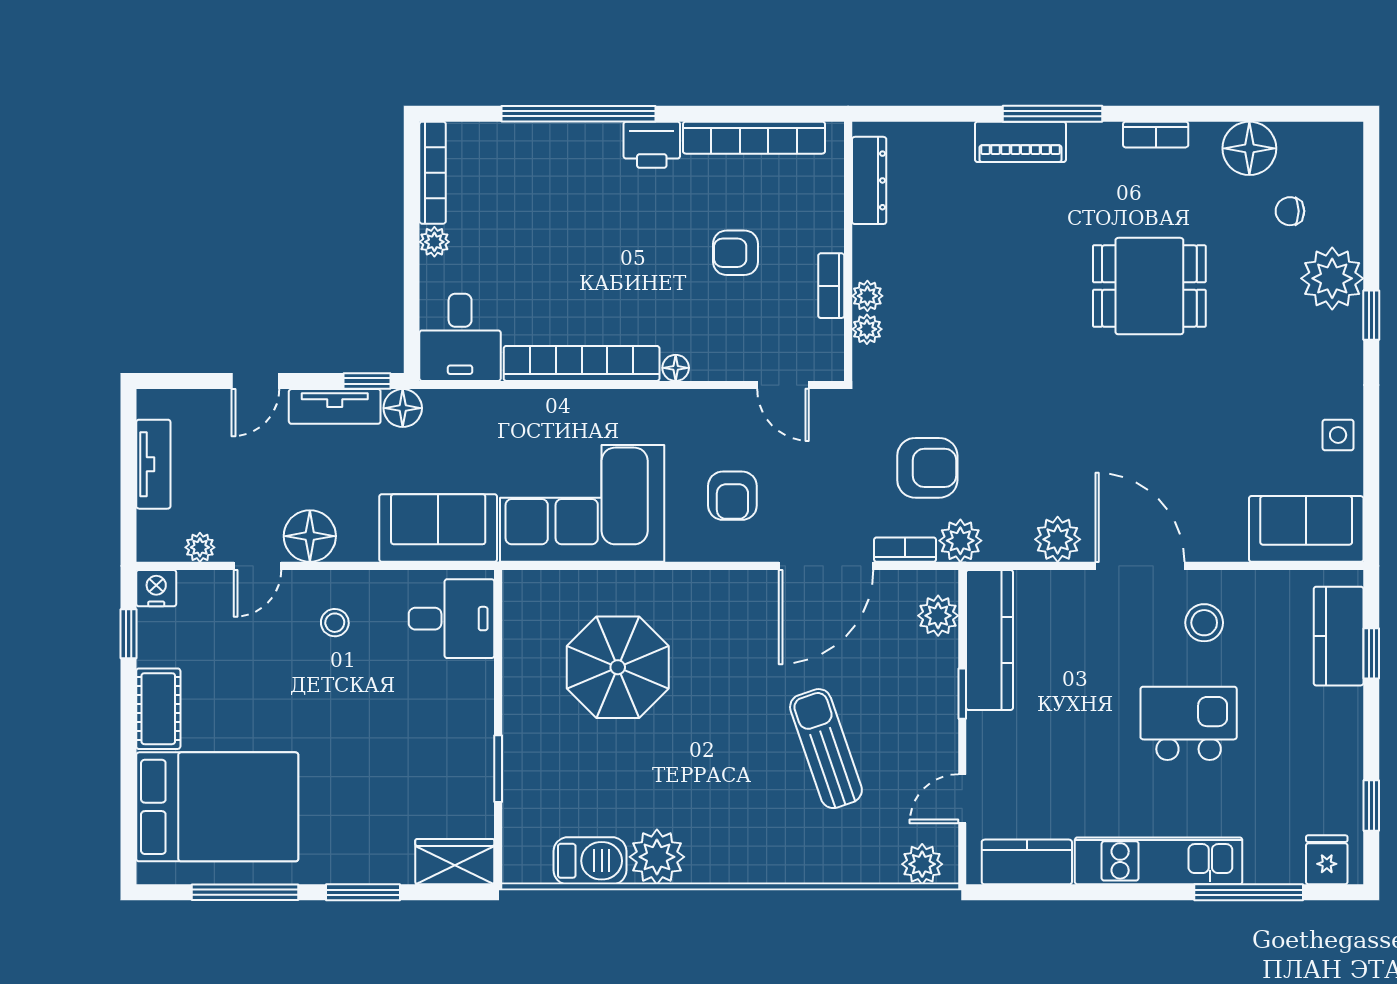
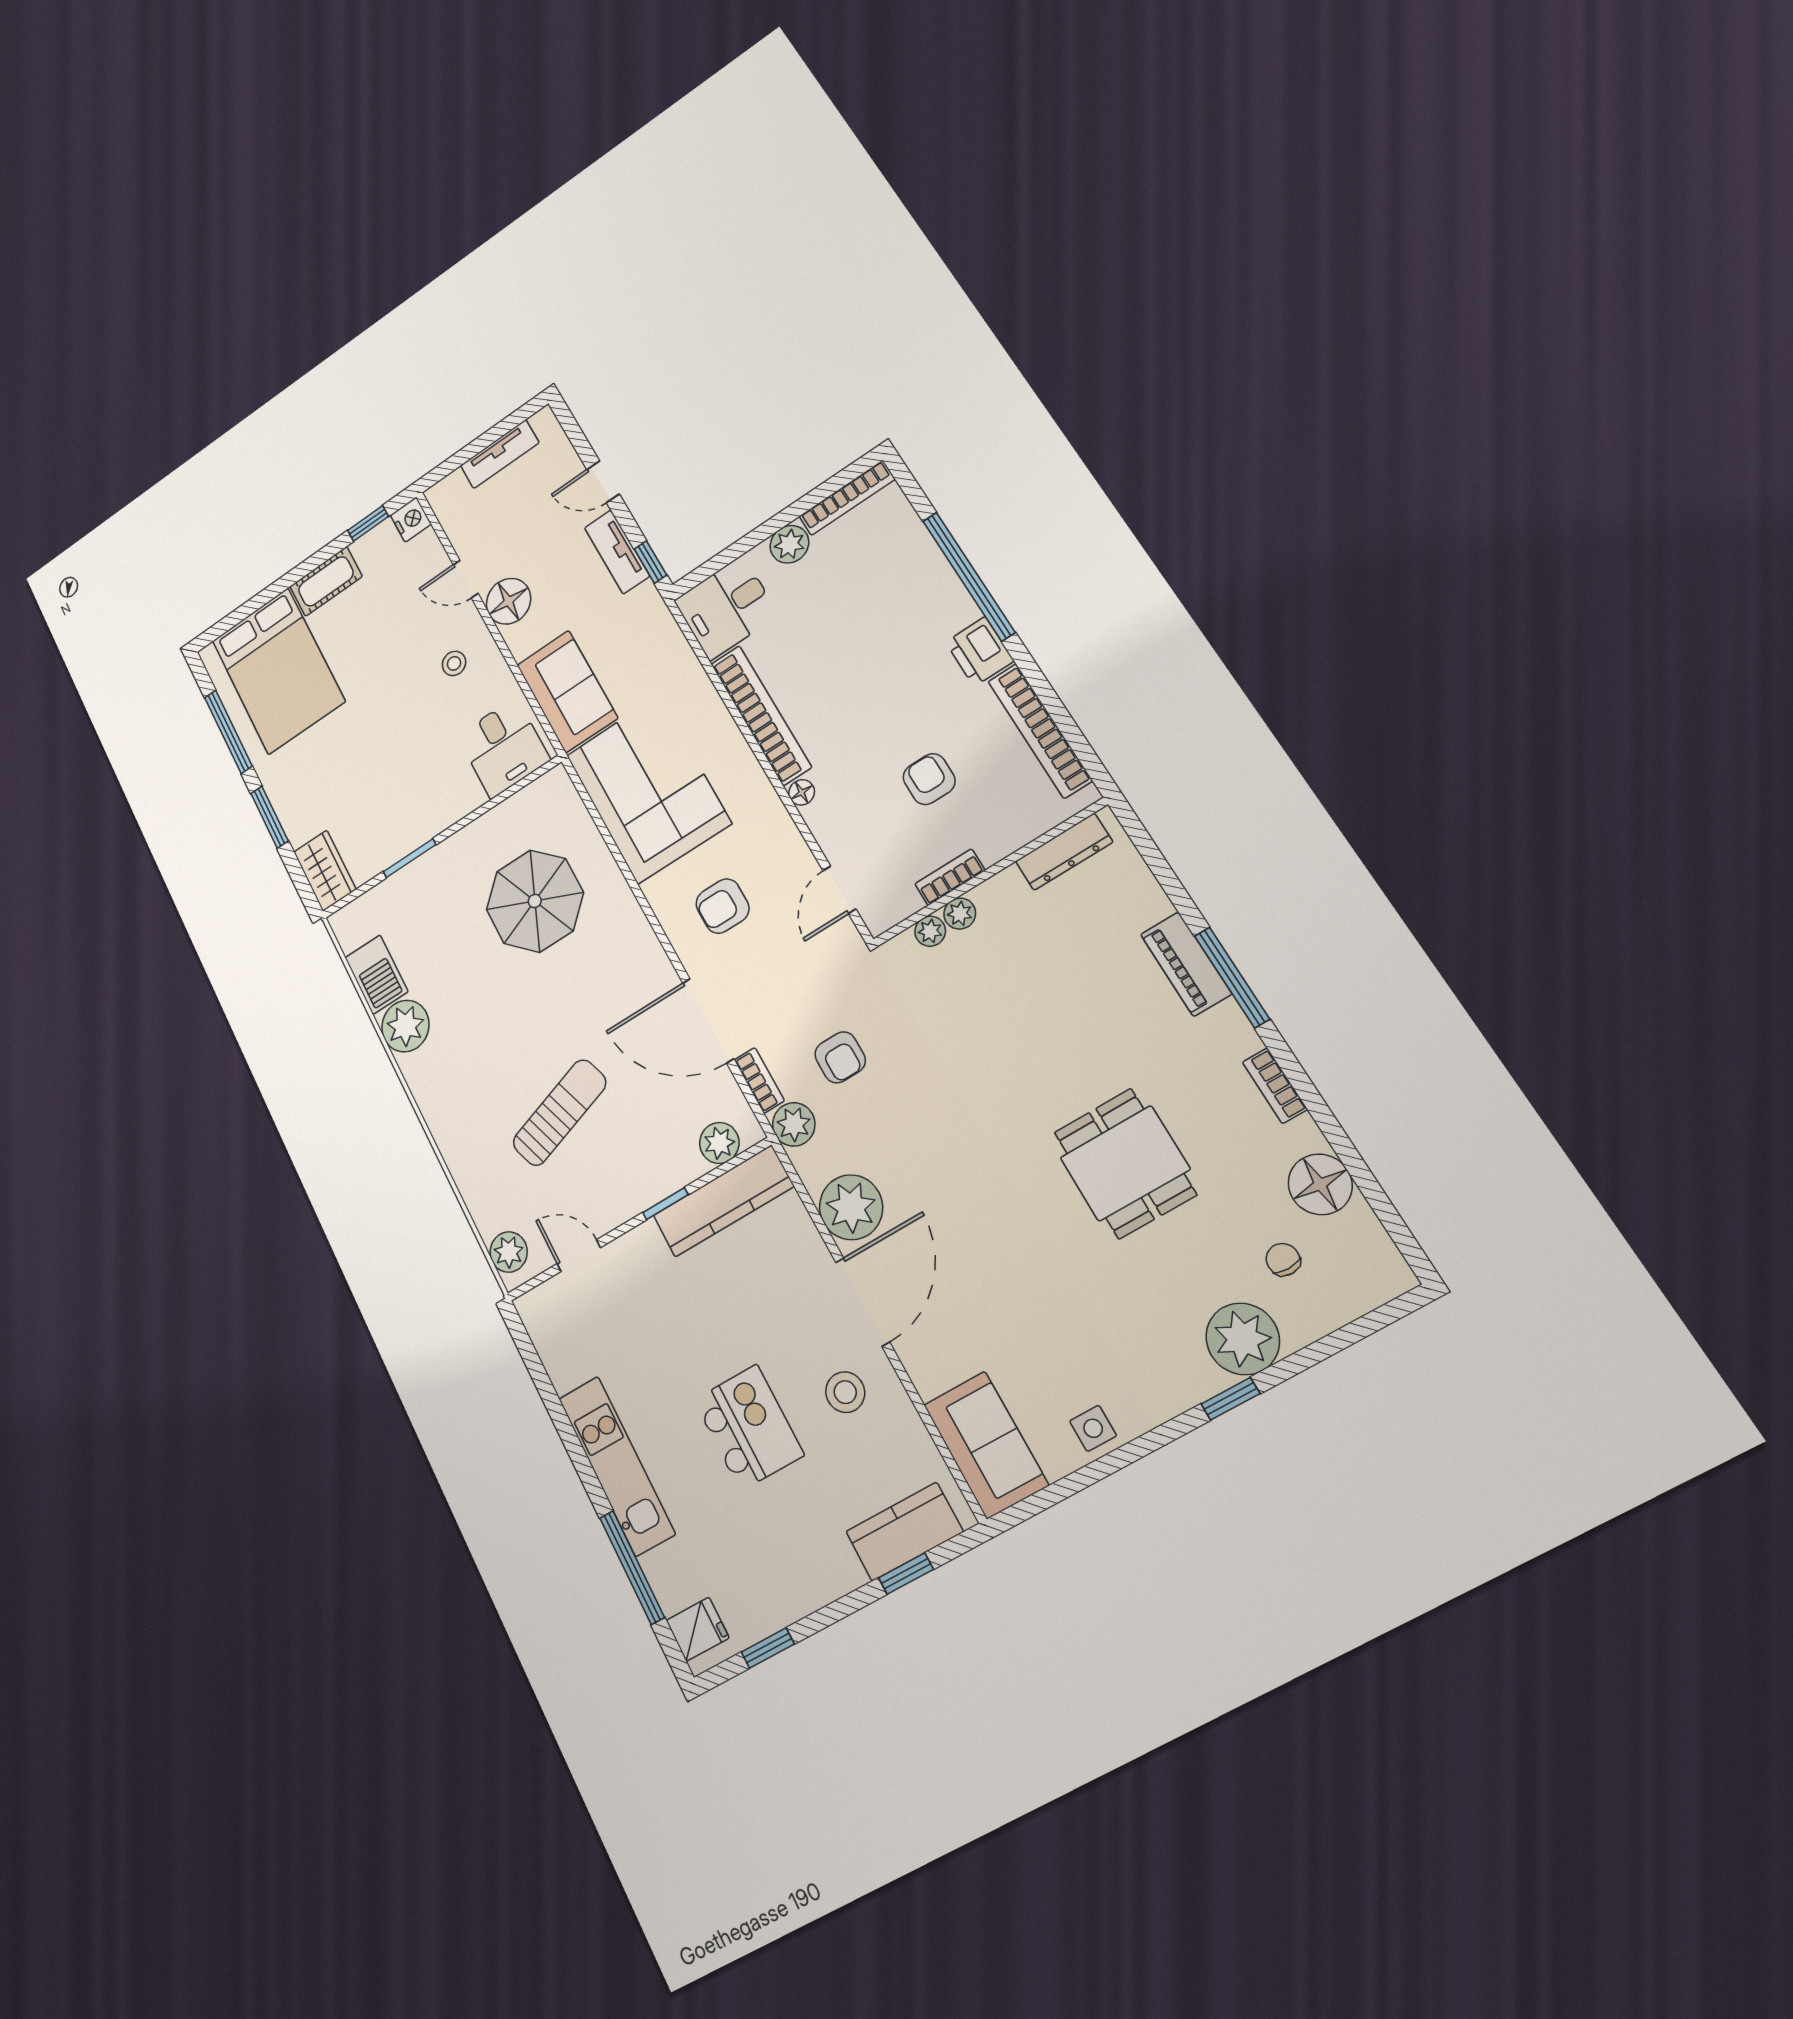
plant: (434, 242) -> (789, 544), width x1.38, depth x1.38
floor lamp: (403, 408) -> (645, 603), removed
armchair: (927, 468) -> (840, 1057), width x0.72, depth x0.72
plant: (1058, 539) -> (851, 1207), width x1.36, depth x1.36
plant: (200, 547) -> (457, 529), removed
kitchen counter: (1027, 862) -> (556, 1344), removed

